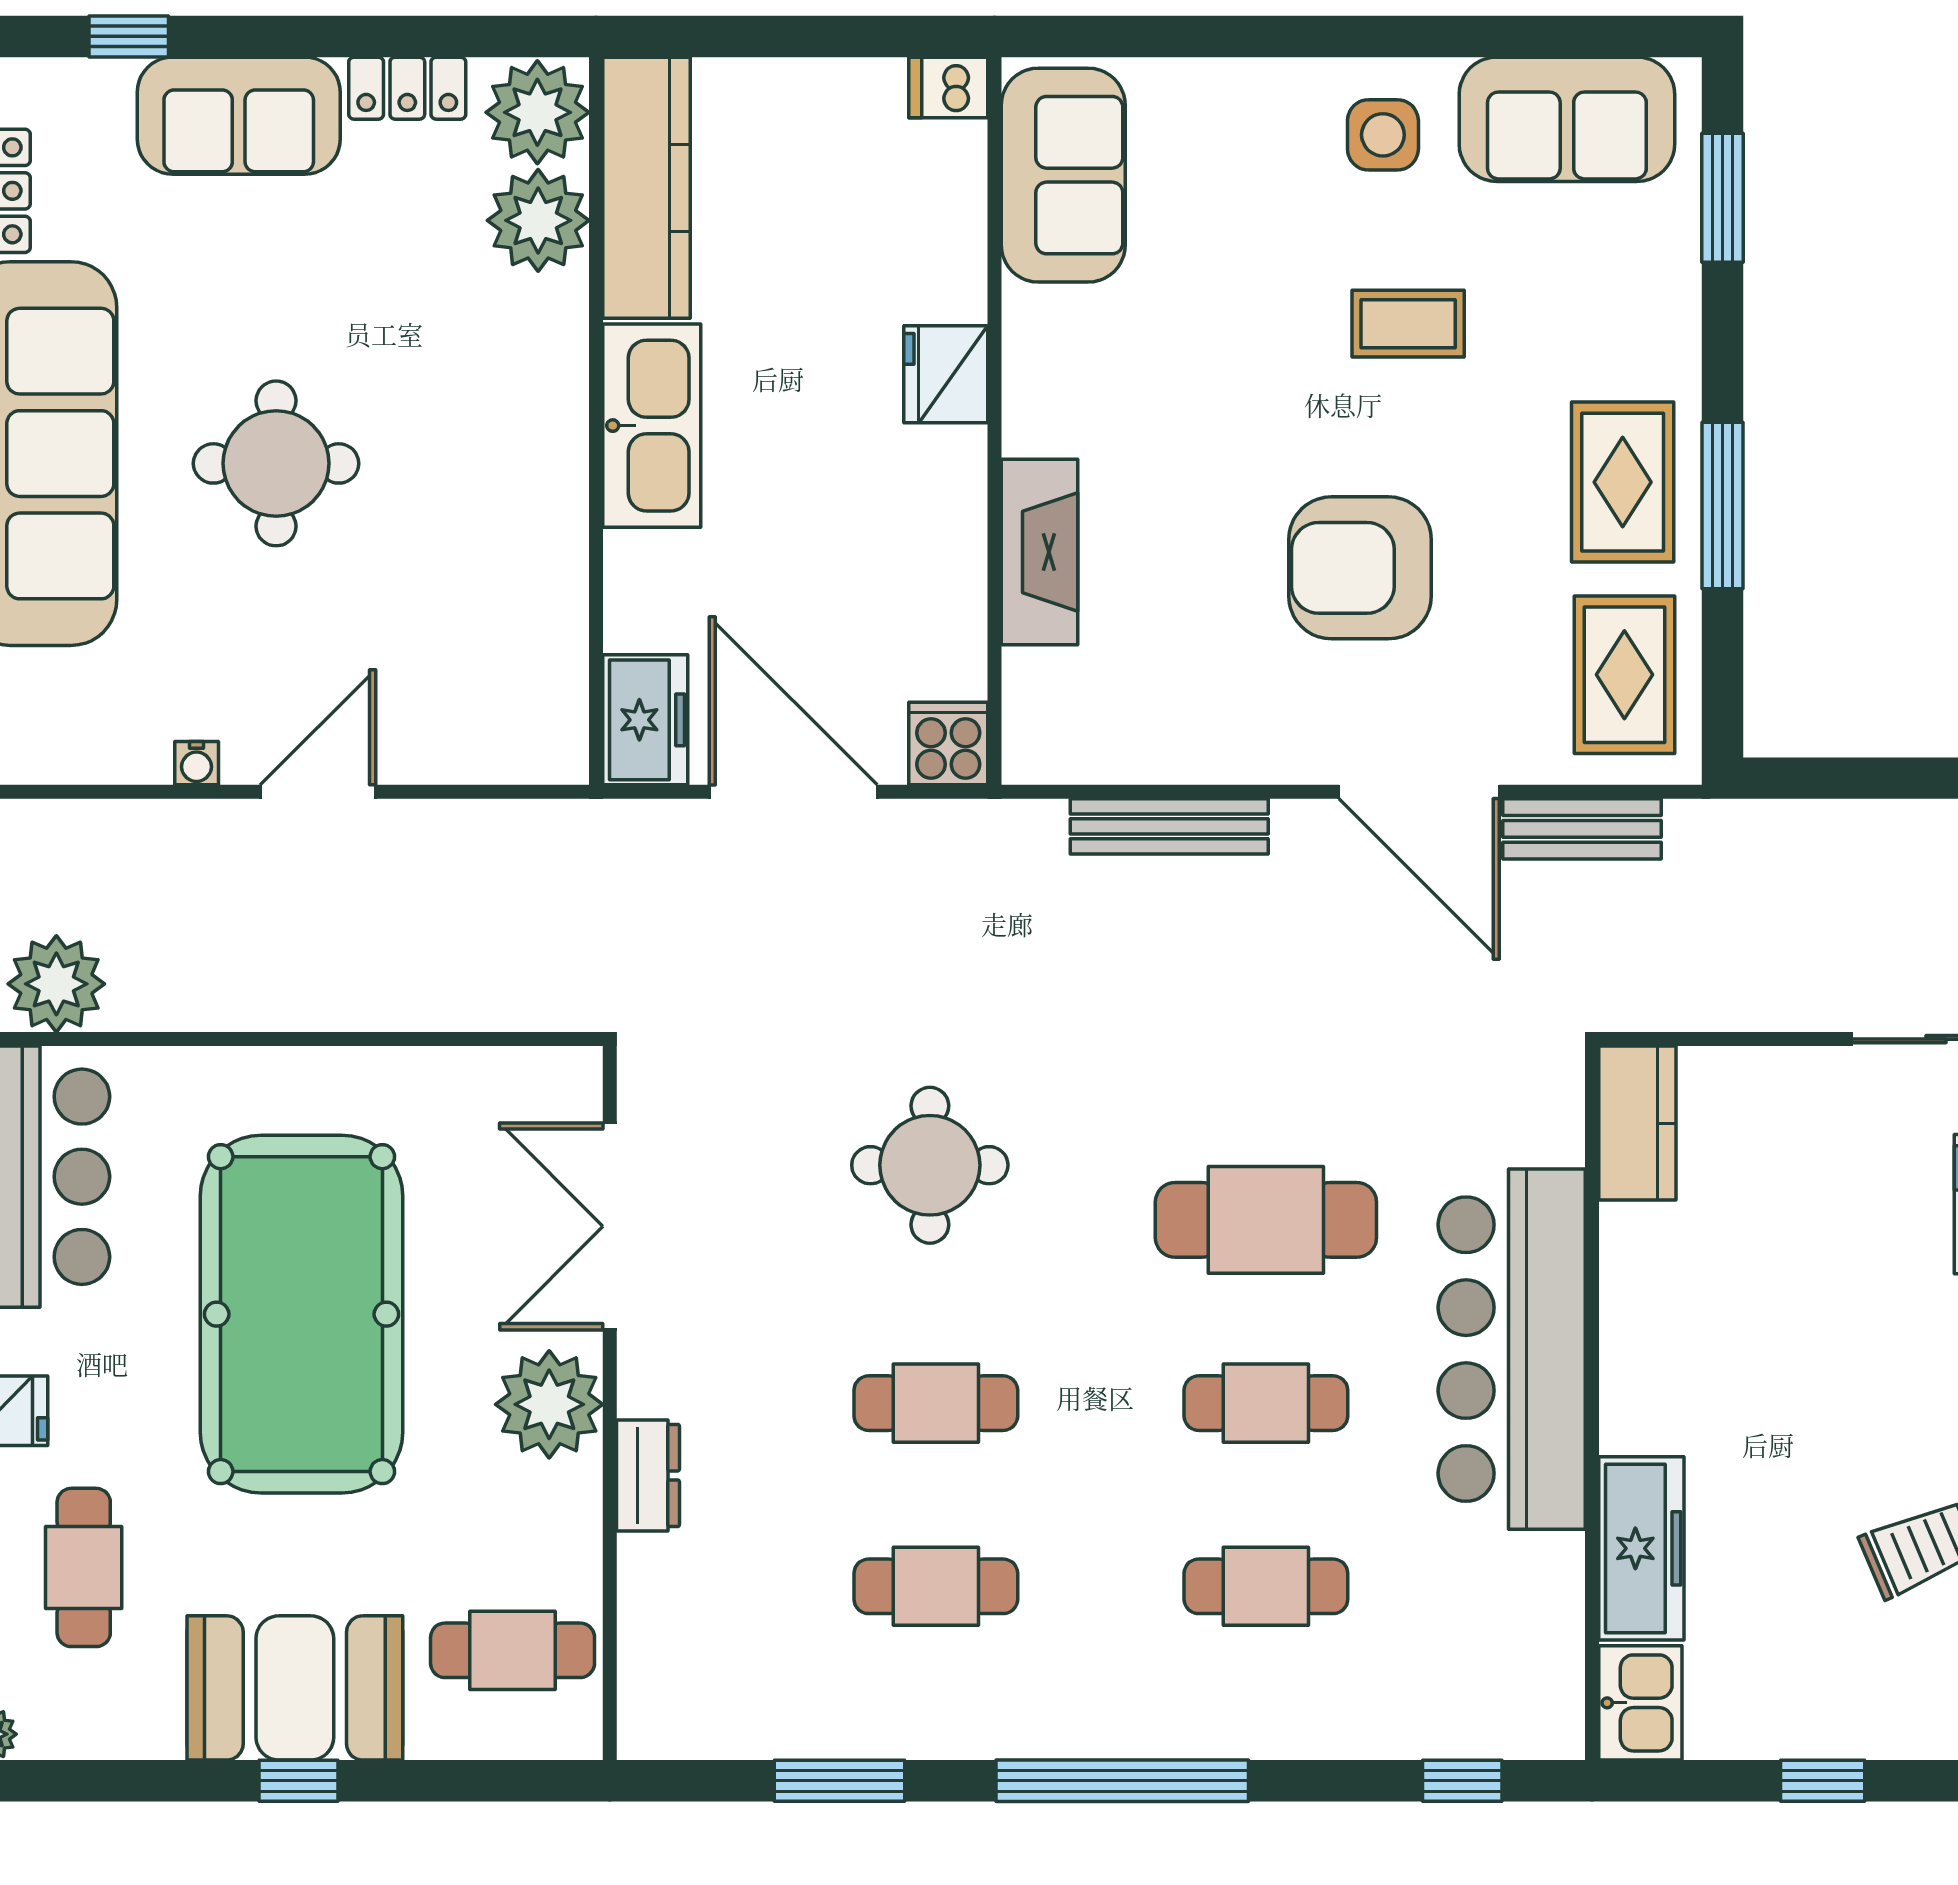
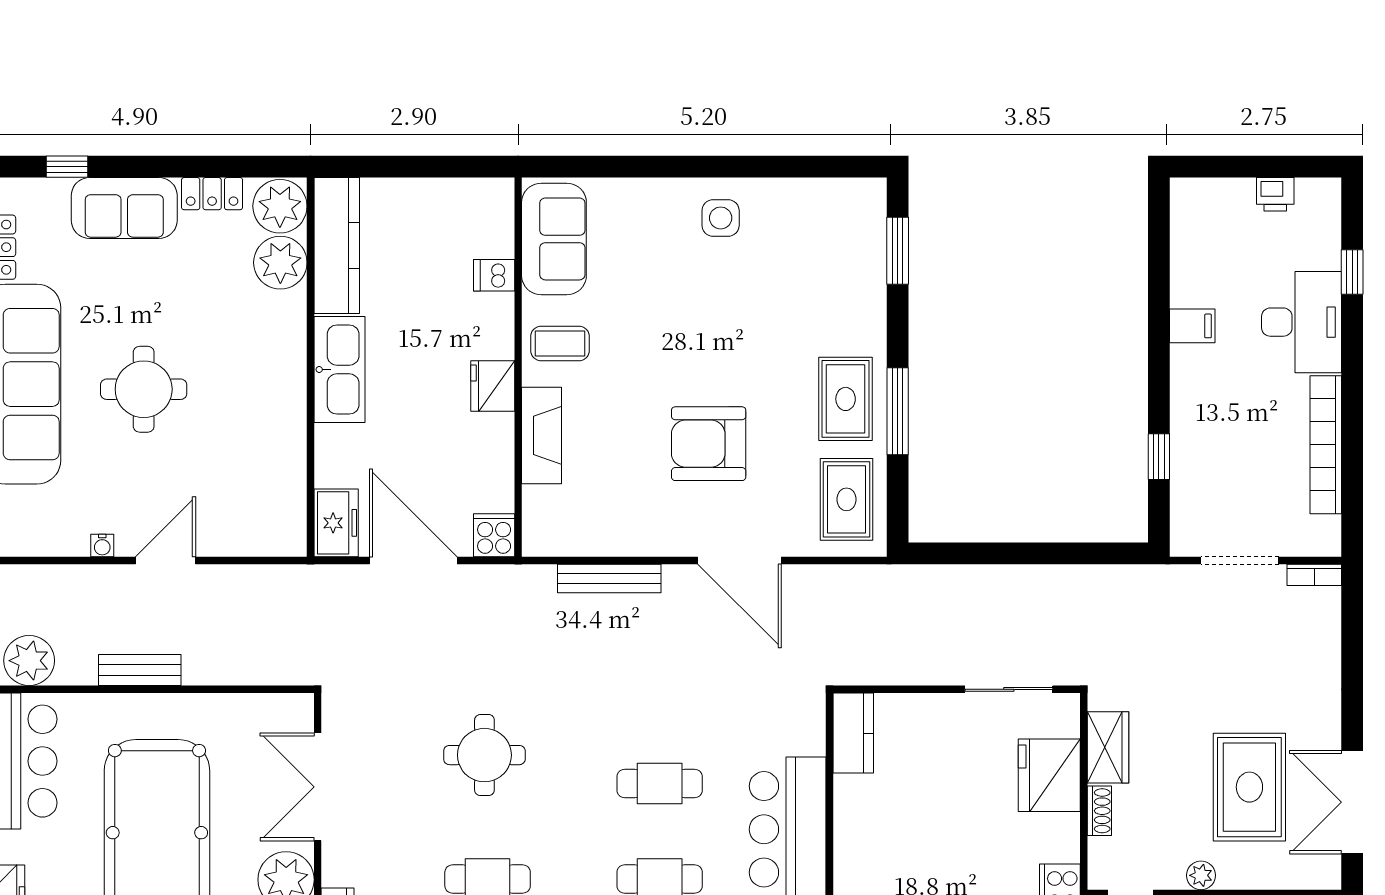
dishwasher: (948, 87) -> (494, 275), moved
sofa: (1567, 119) -> (817, 210), removed
coffee table: (1408, 324) -> (560, 343), moved
fridge: (946, 374) -> (493, 386), moved
bench: (1582, 829) -> (140, 670), moved
cafe table: (1266, 1220) -> (660, 784), width x0.73, depth x0.74

